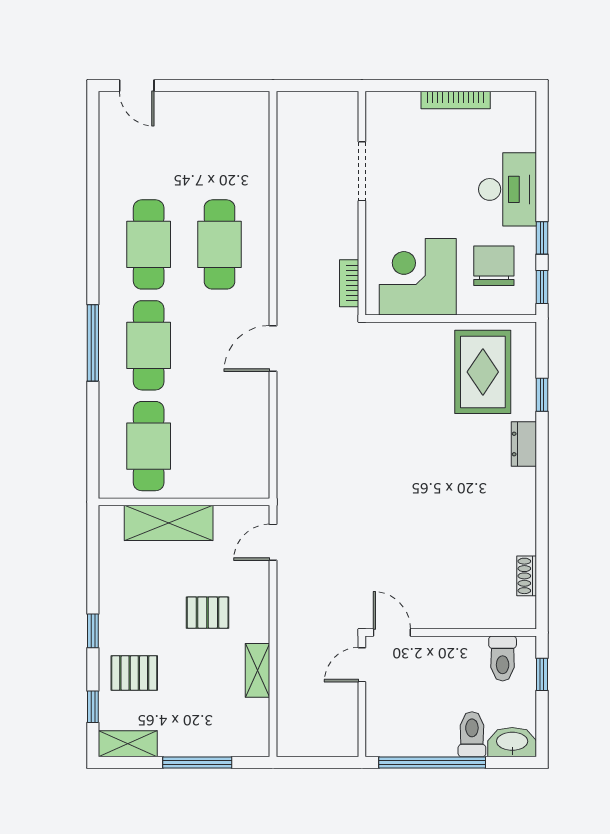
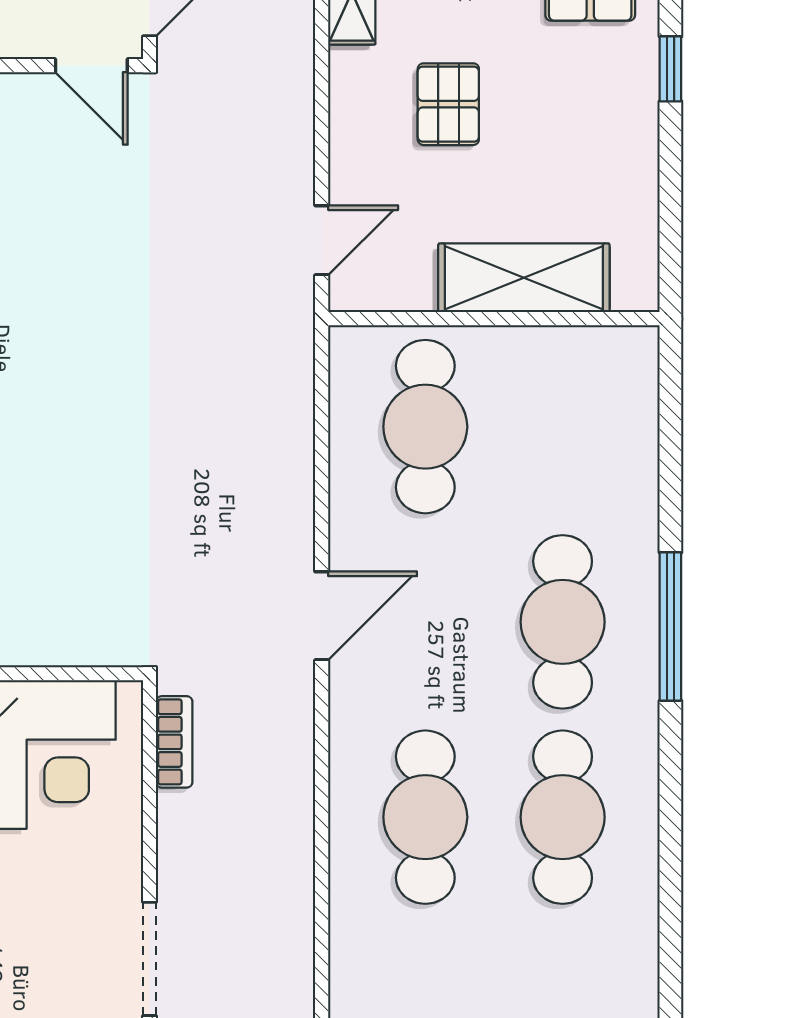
cafe table: (149, 446) -> (425, 427), moved
pallet: (208, 613) -> (448, 104), turned 90

